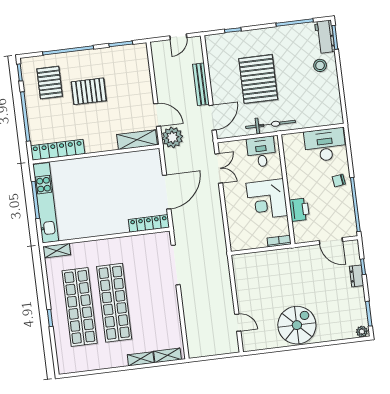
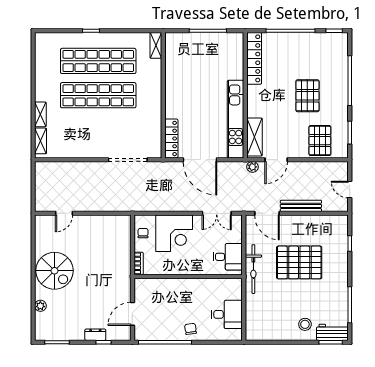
pallet: (50, 83) -> (320, 141), moved, turned 90
plant: (172, 137) -> (252, 167), width x0.53, depth x0.53
desk: (325, 145) -> (227, 314), width x0.73
corner desk: (267, 199) -> (174, 233), moved, turned 180
kitchen unit: (46, 203) -> (235, 119), moved, turned 90
printer: (299, 210) -> (167, 287), removed
chair: (248, 240) -> (143, 233), added
plant: (362, 332) -> (40, 306), moved

